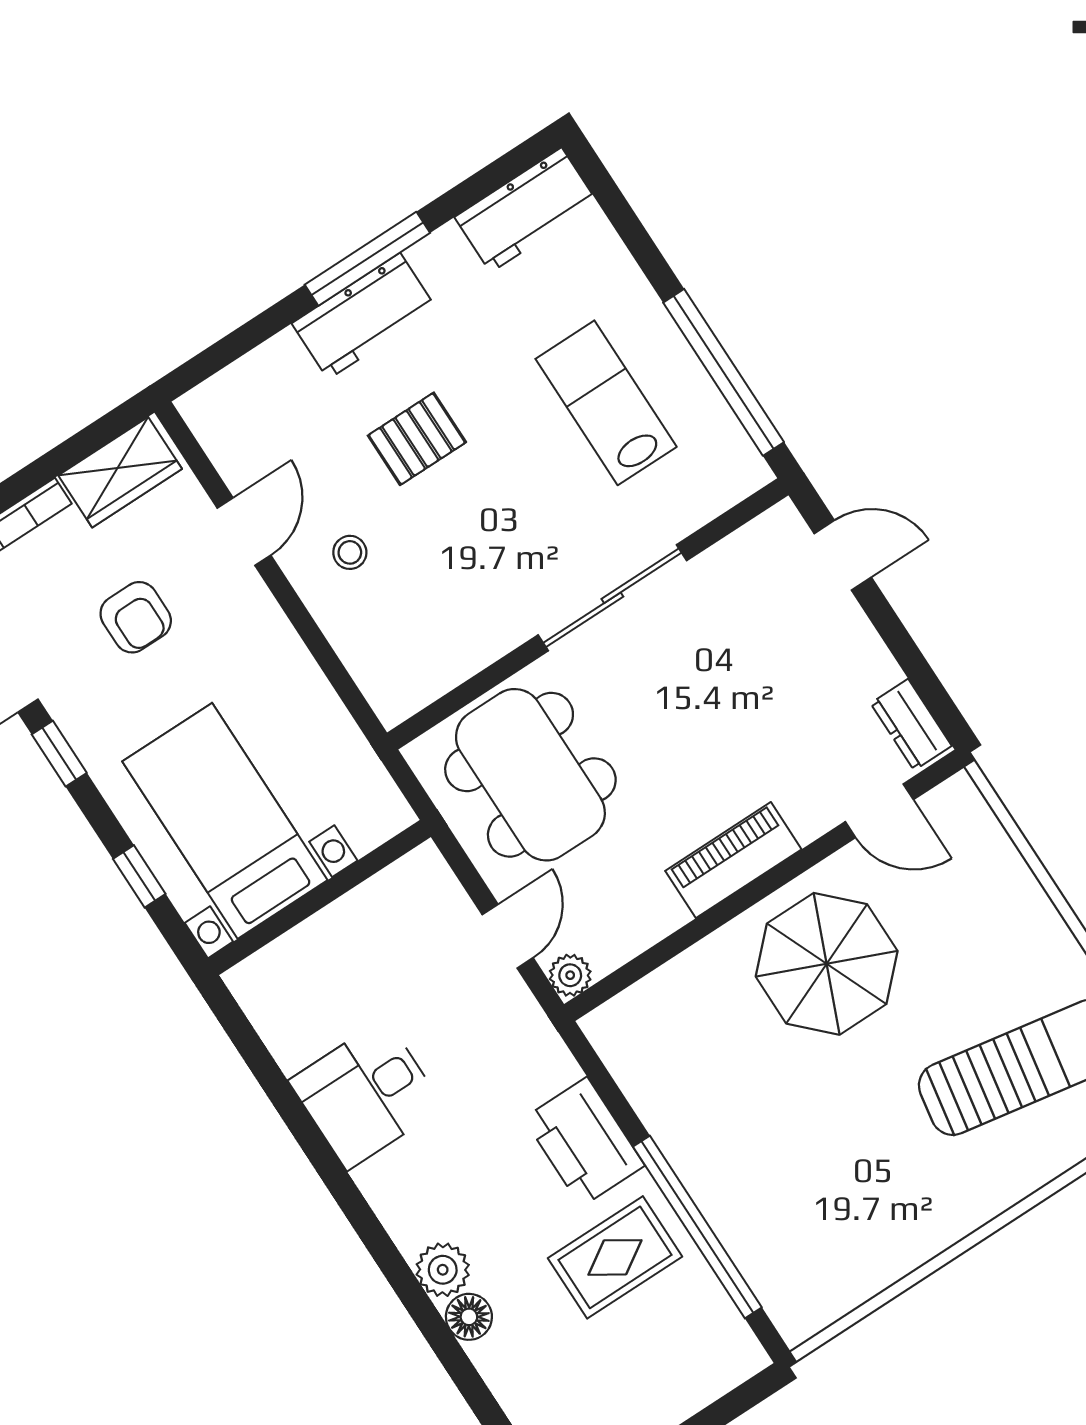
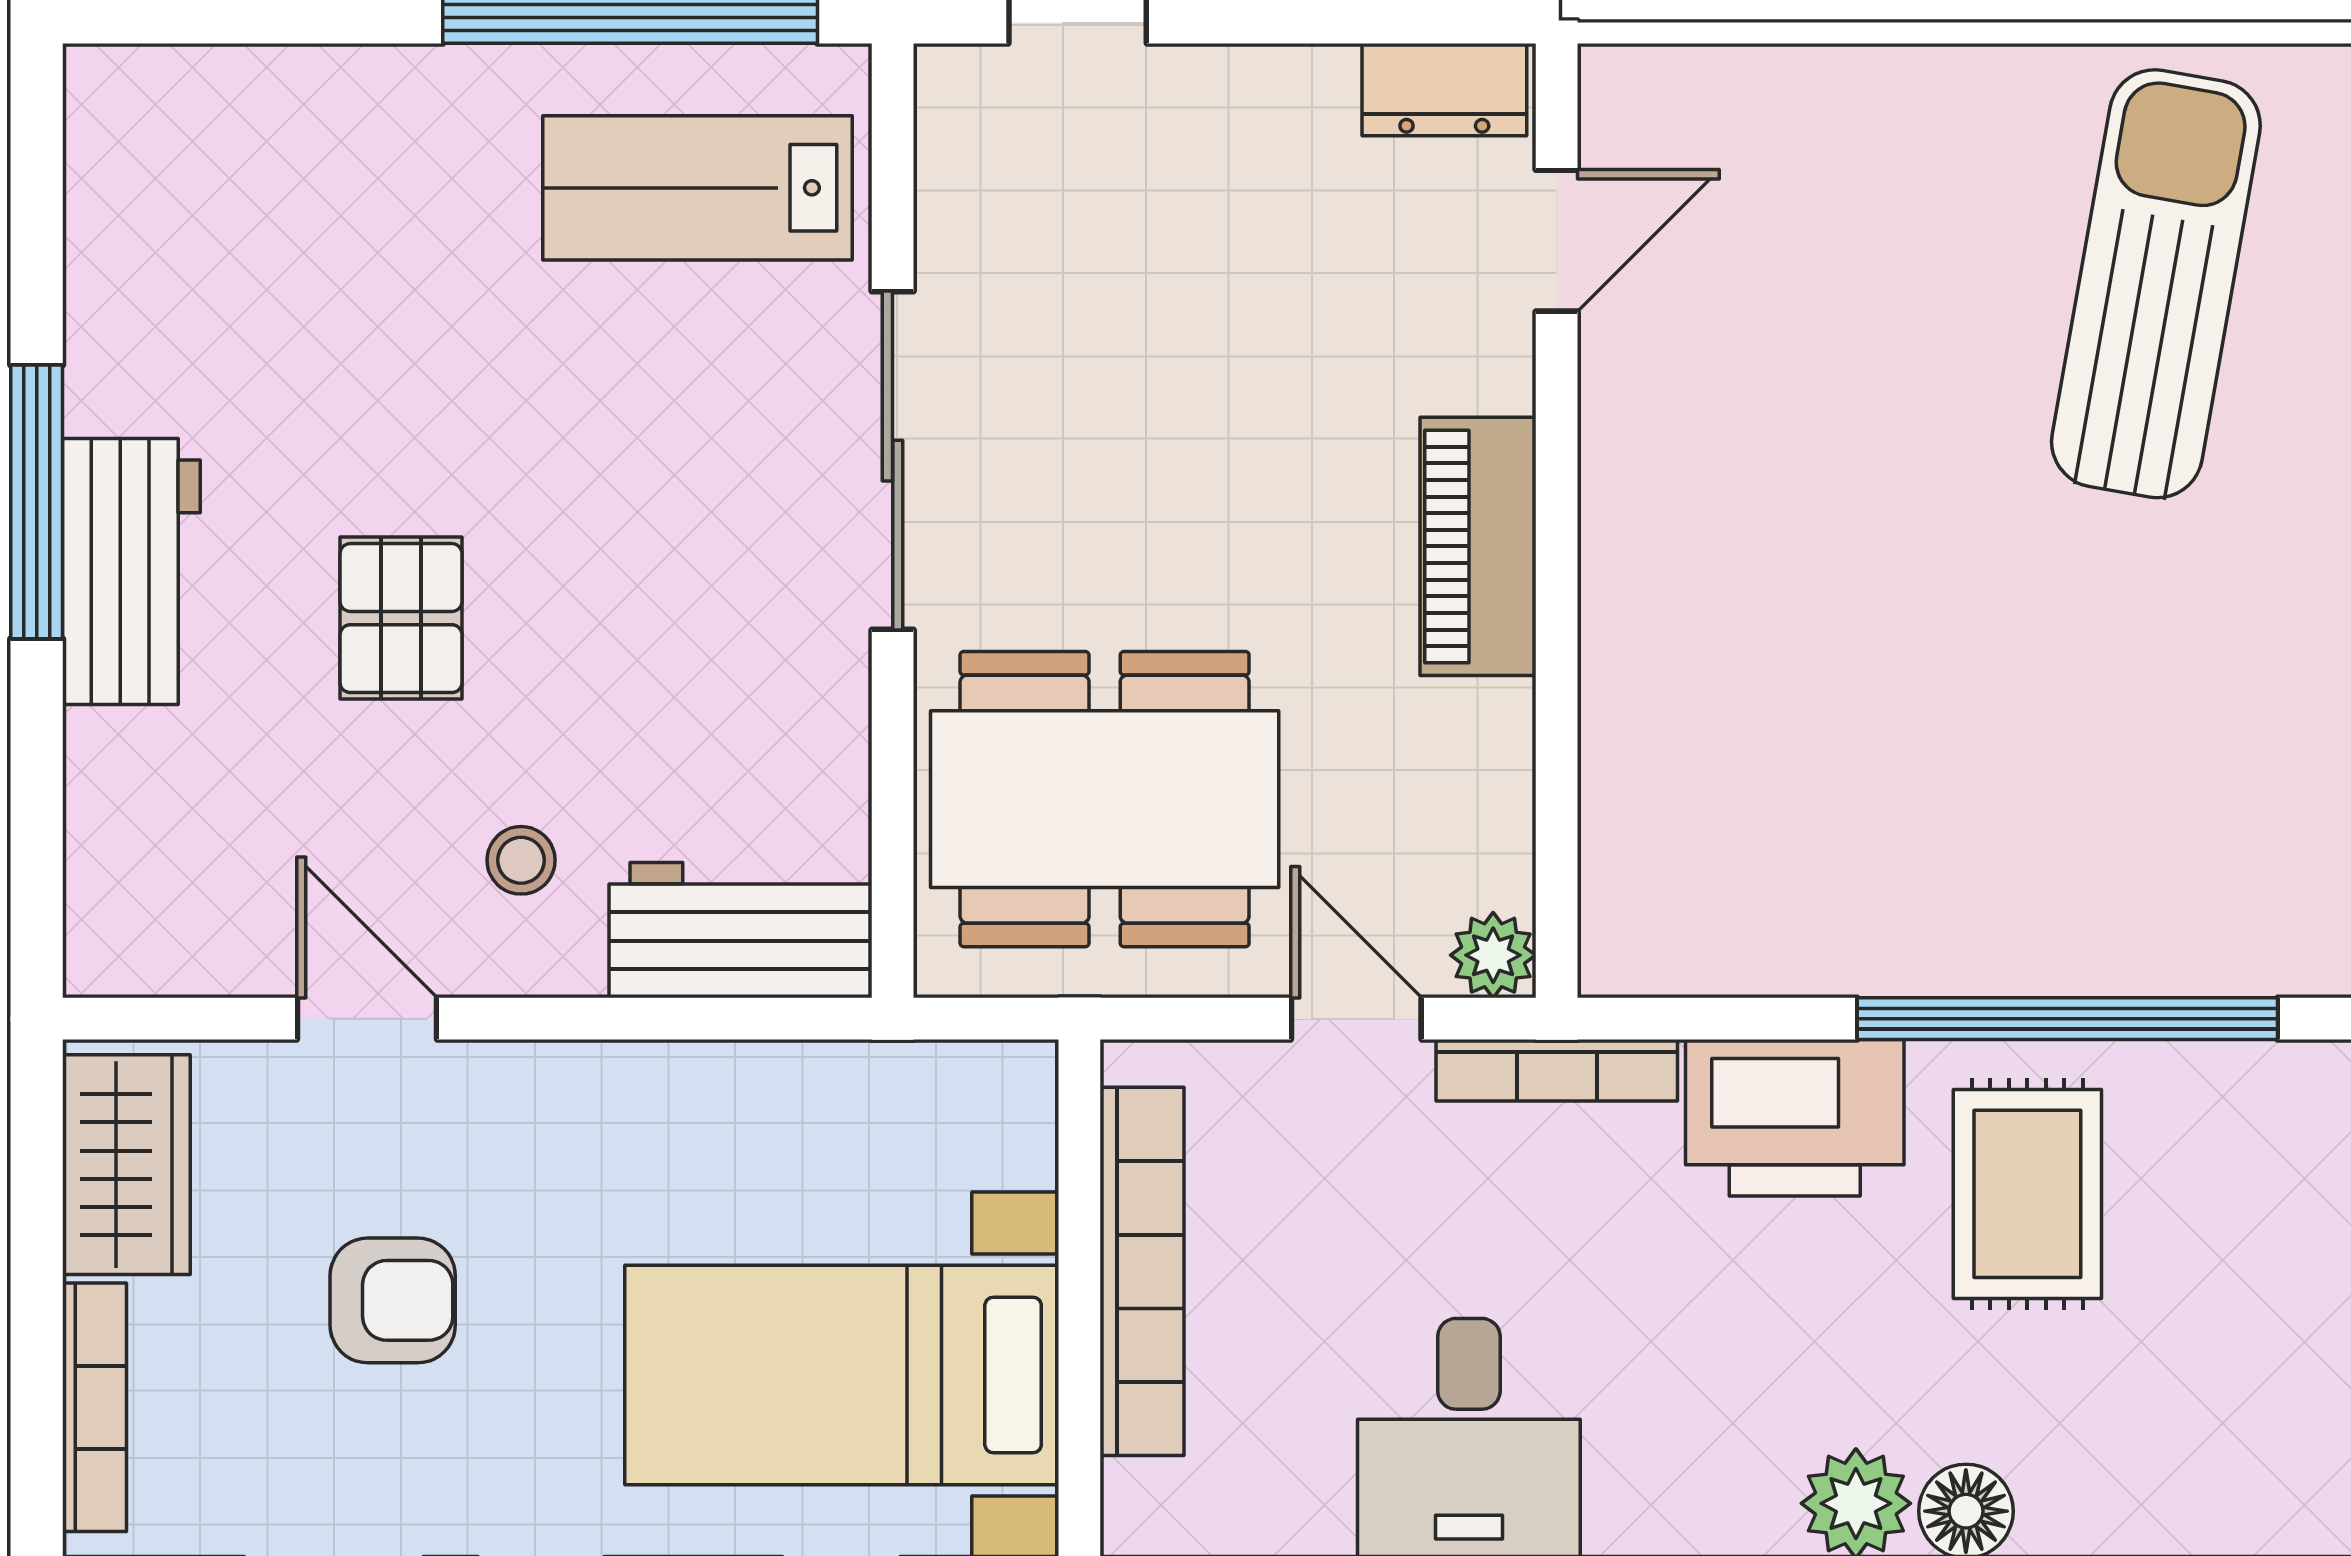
workbench: (526, 210) -> (741, 930), moved, turned -90
lab bench: (606, 403) -> (697, 188), moved
bookcase: (347, 916) -> (1142, 1271), added
parasol: (827, 964) -> (1760, 502), removed
bookcase: (540, 1032) -> (1557, 1070), added

